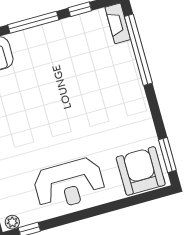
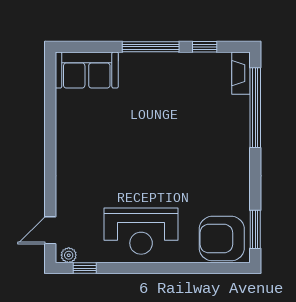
armchair: (141, 171) -> (222, 239), turned -90

